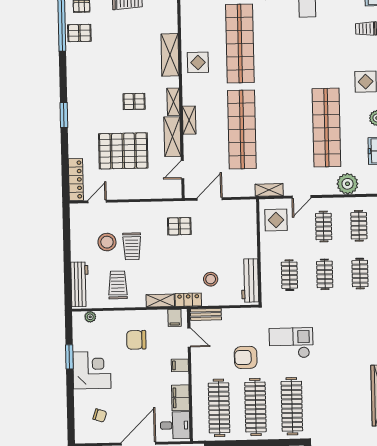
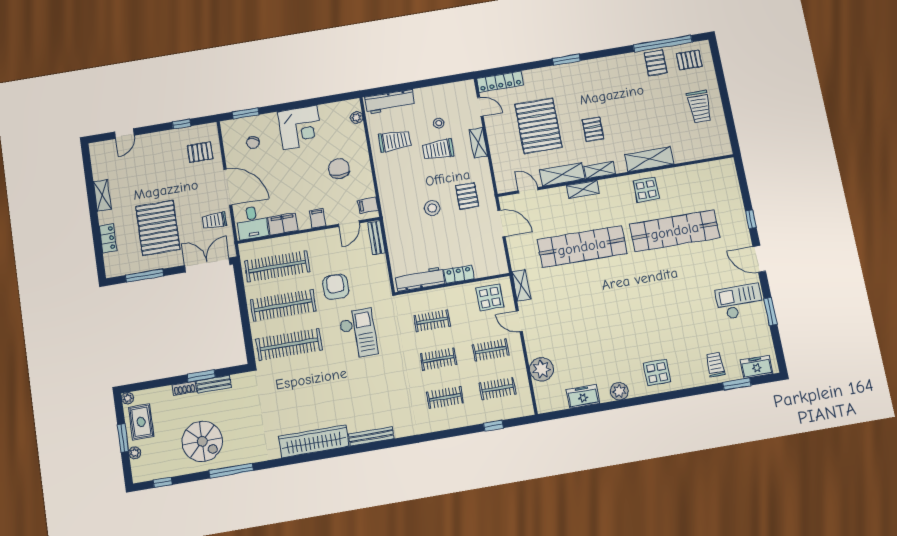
shop shelf: (326, 128) -> (599, 337), removed
stool: (107, 242) -> (439, 123), width x0.53, depth x0.53
stool: (211, 279) -> (432, 208), moved
locker: (188, 300) -> (459, 274), moved, turned -90
shelving: (160, 301) -> (478, 143), moved
window: (69, 357) -> (246, 113), moved

